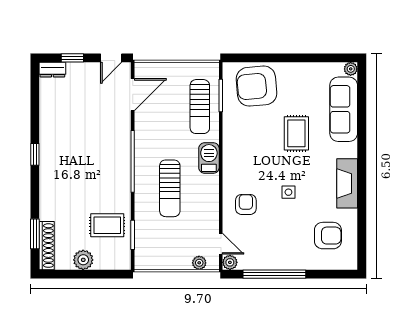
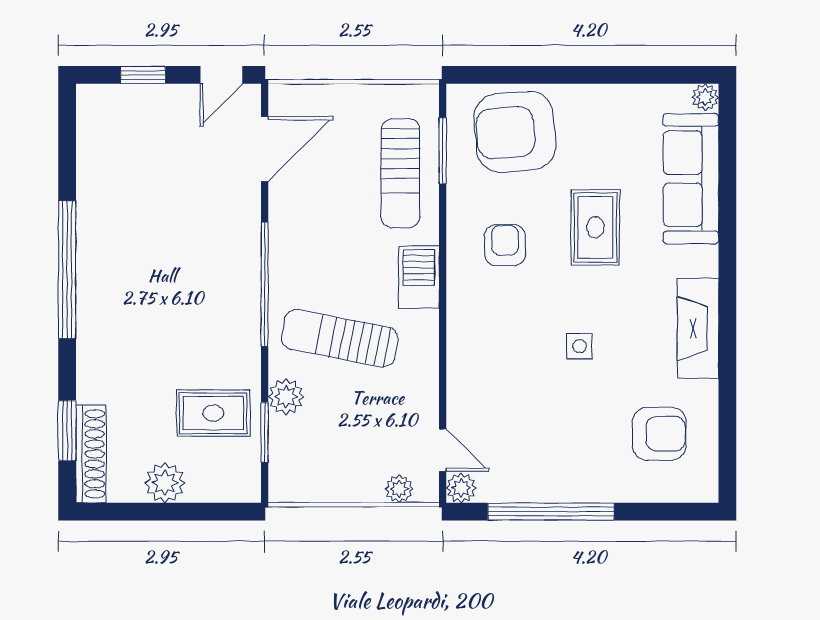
dresser: (52, 70) -> (103, 99), removed
window: (35, 154) -> (67, 270), width x3.17
sun lounger: (170, 188) -> (340, 338), turned 101
armchair: (246, 204) -> (505, 245), moved
plant: (143, 217) -> (286, 397), added

